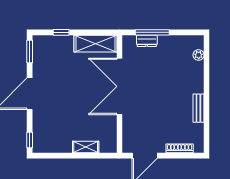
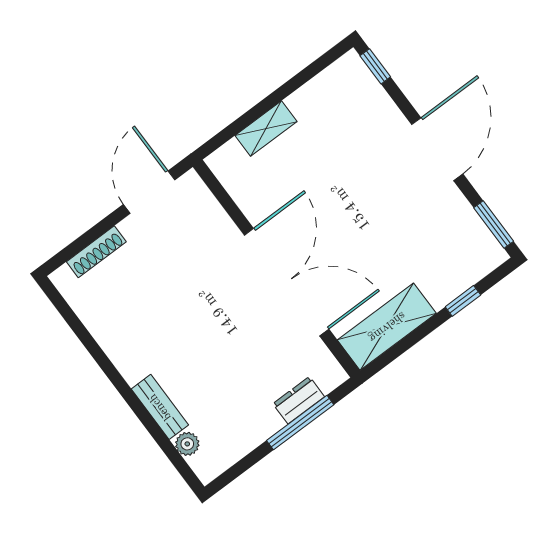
bench: (198, 108) -> (160, 407), moved

